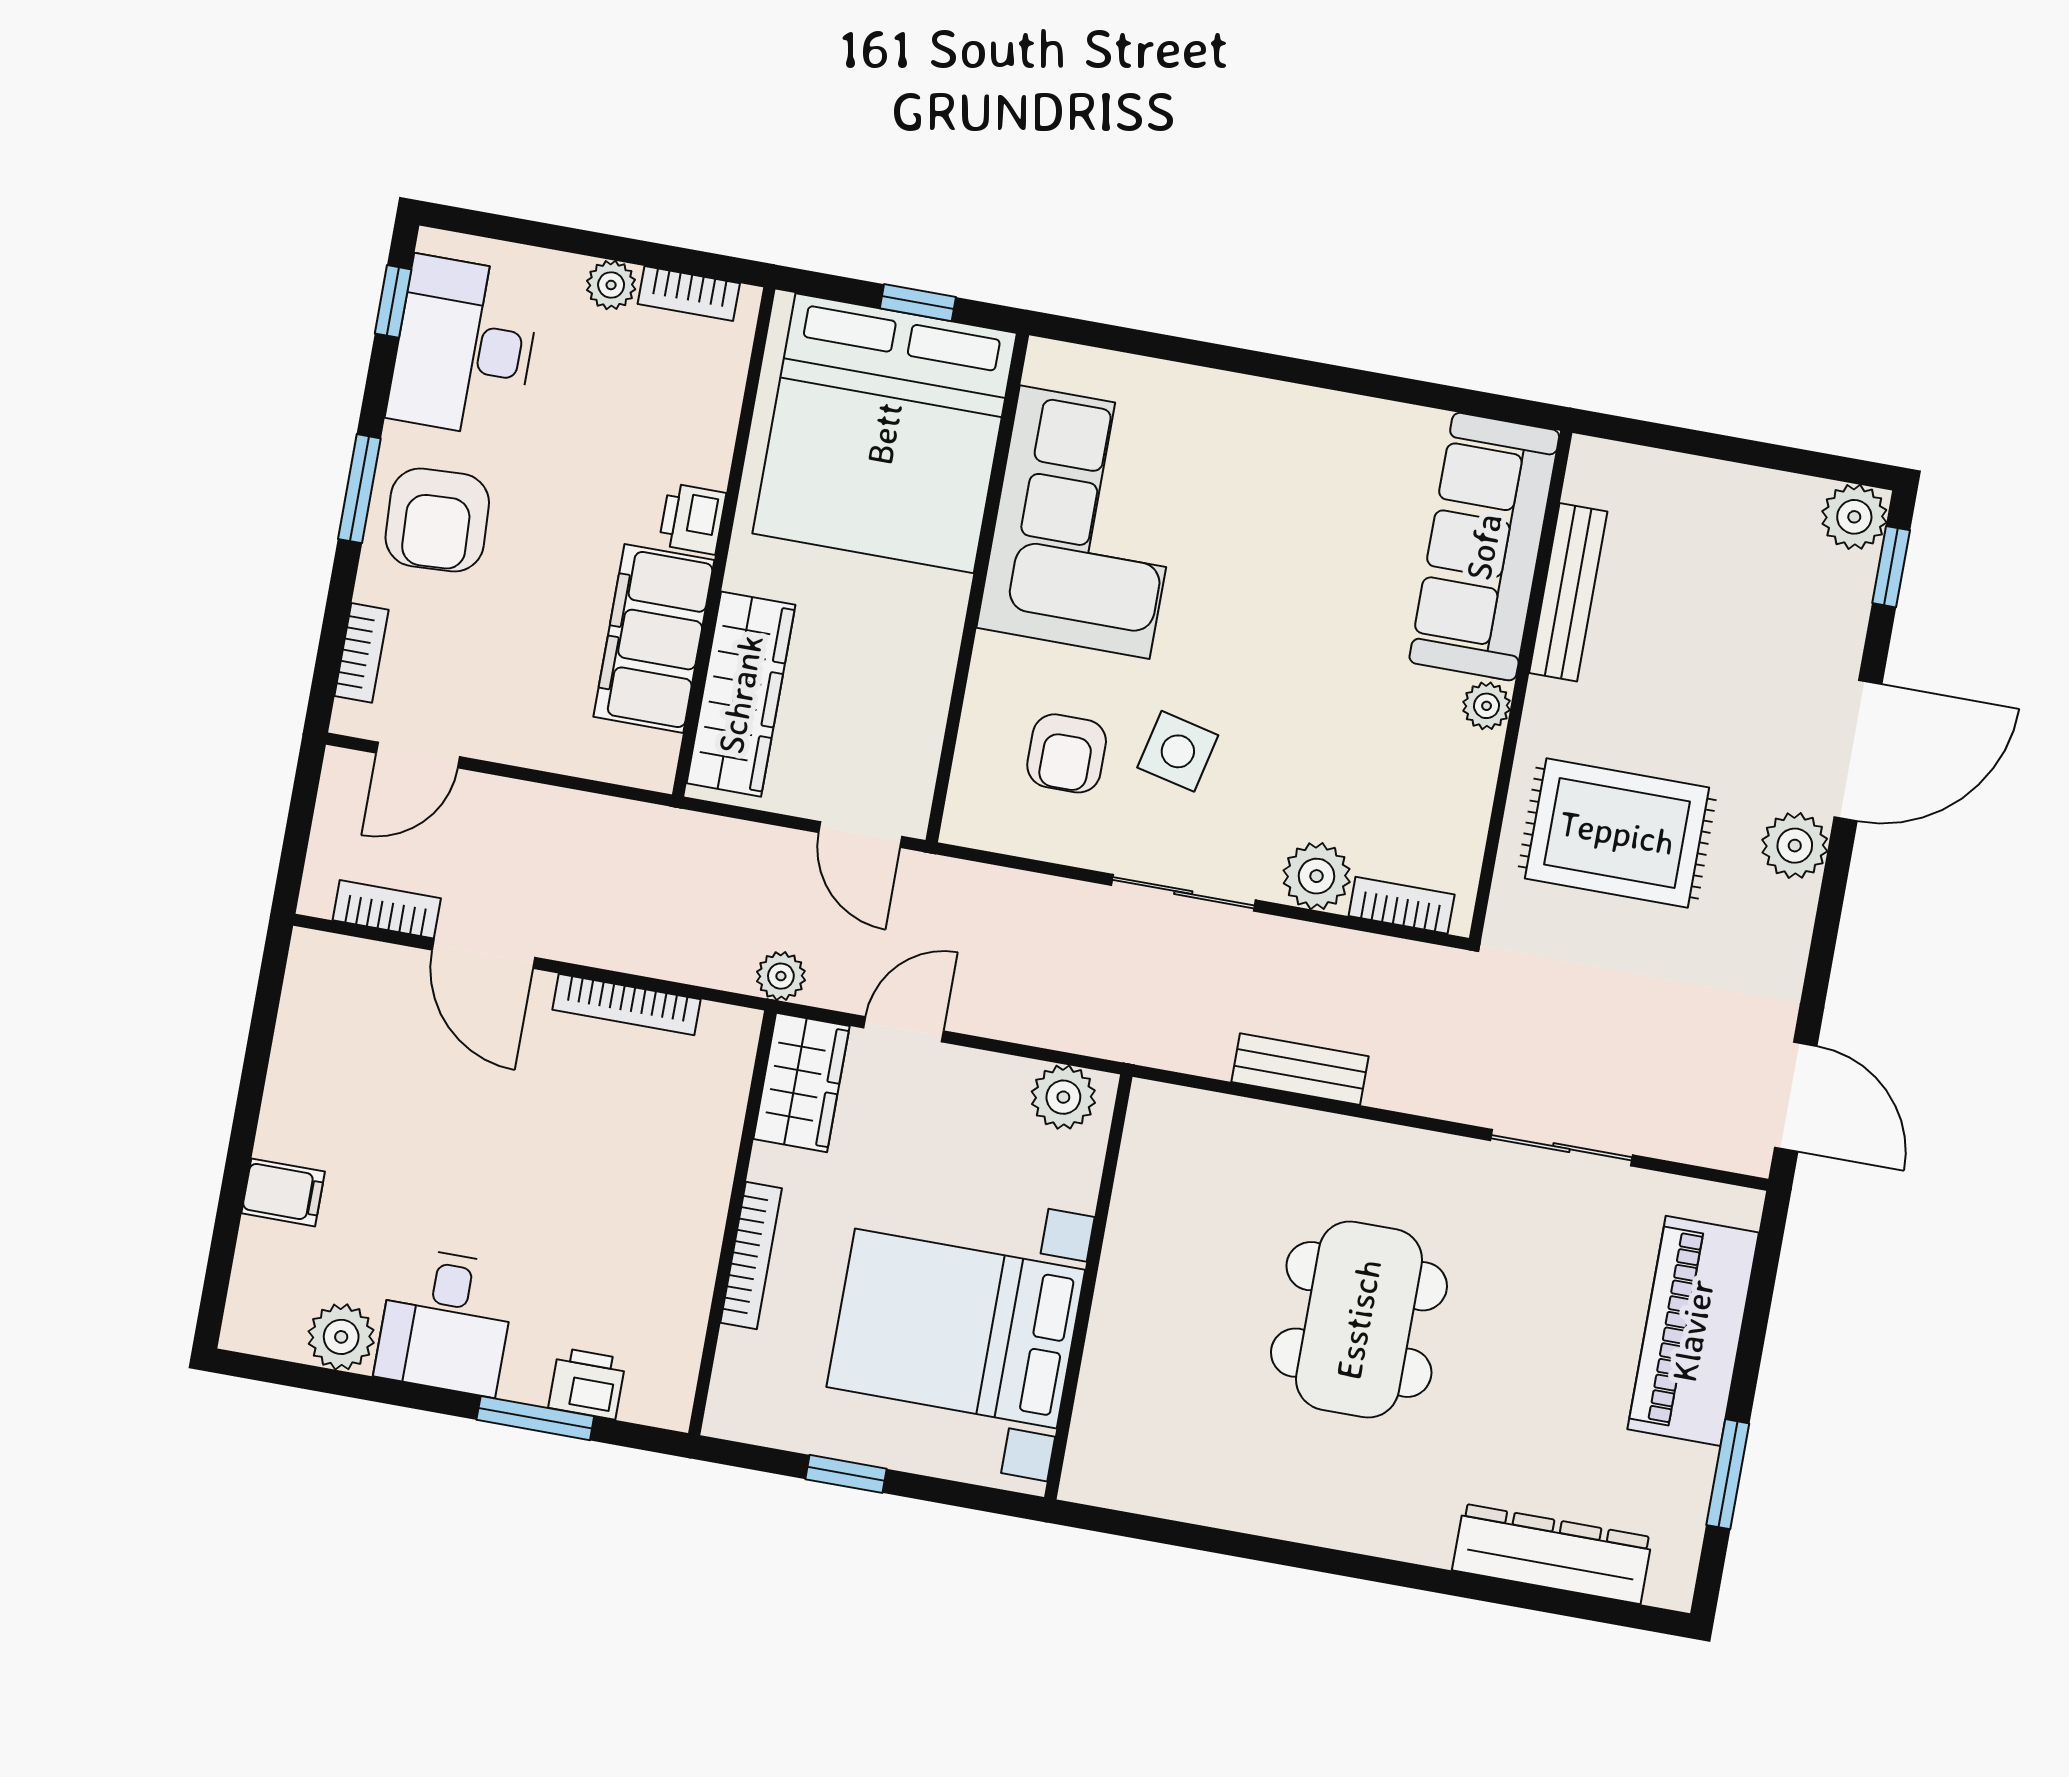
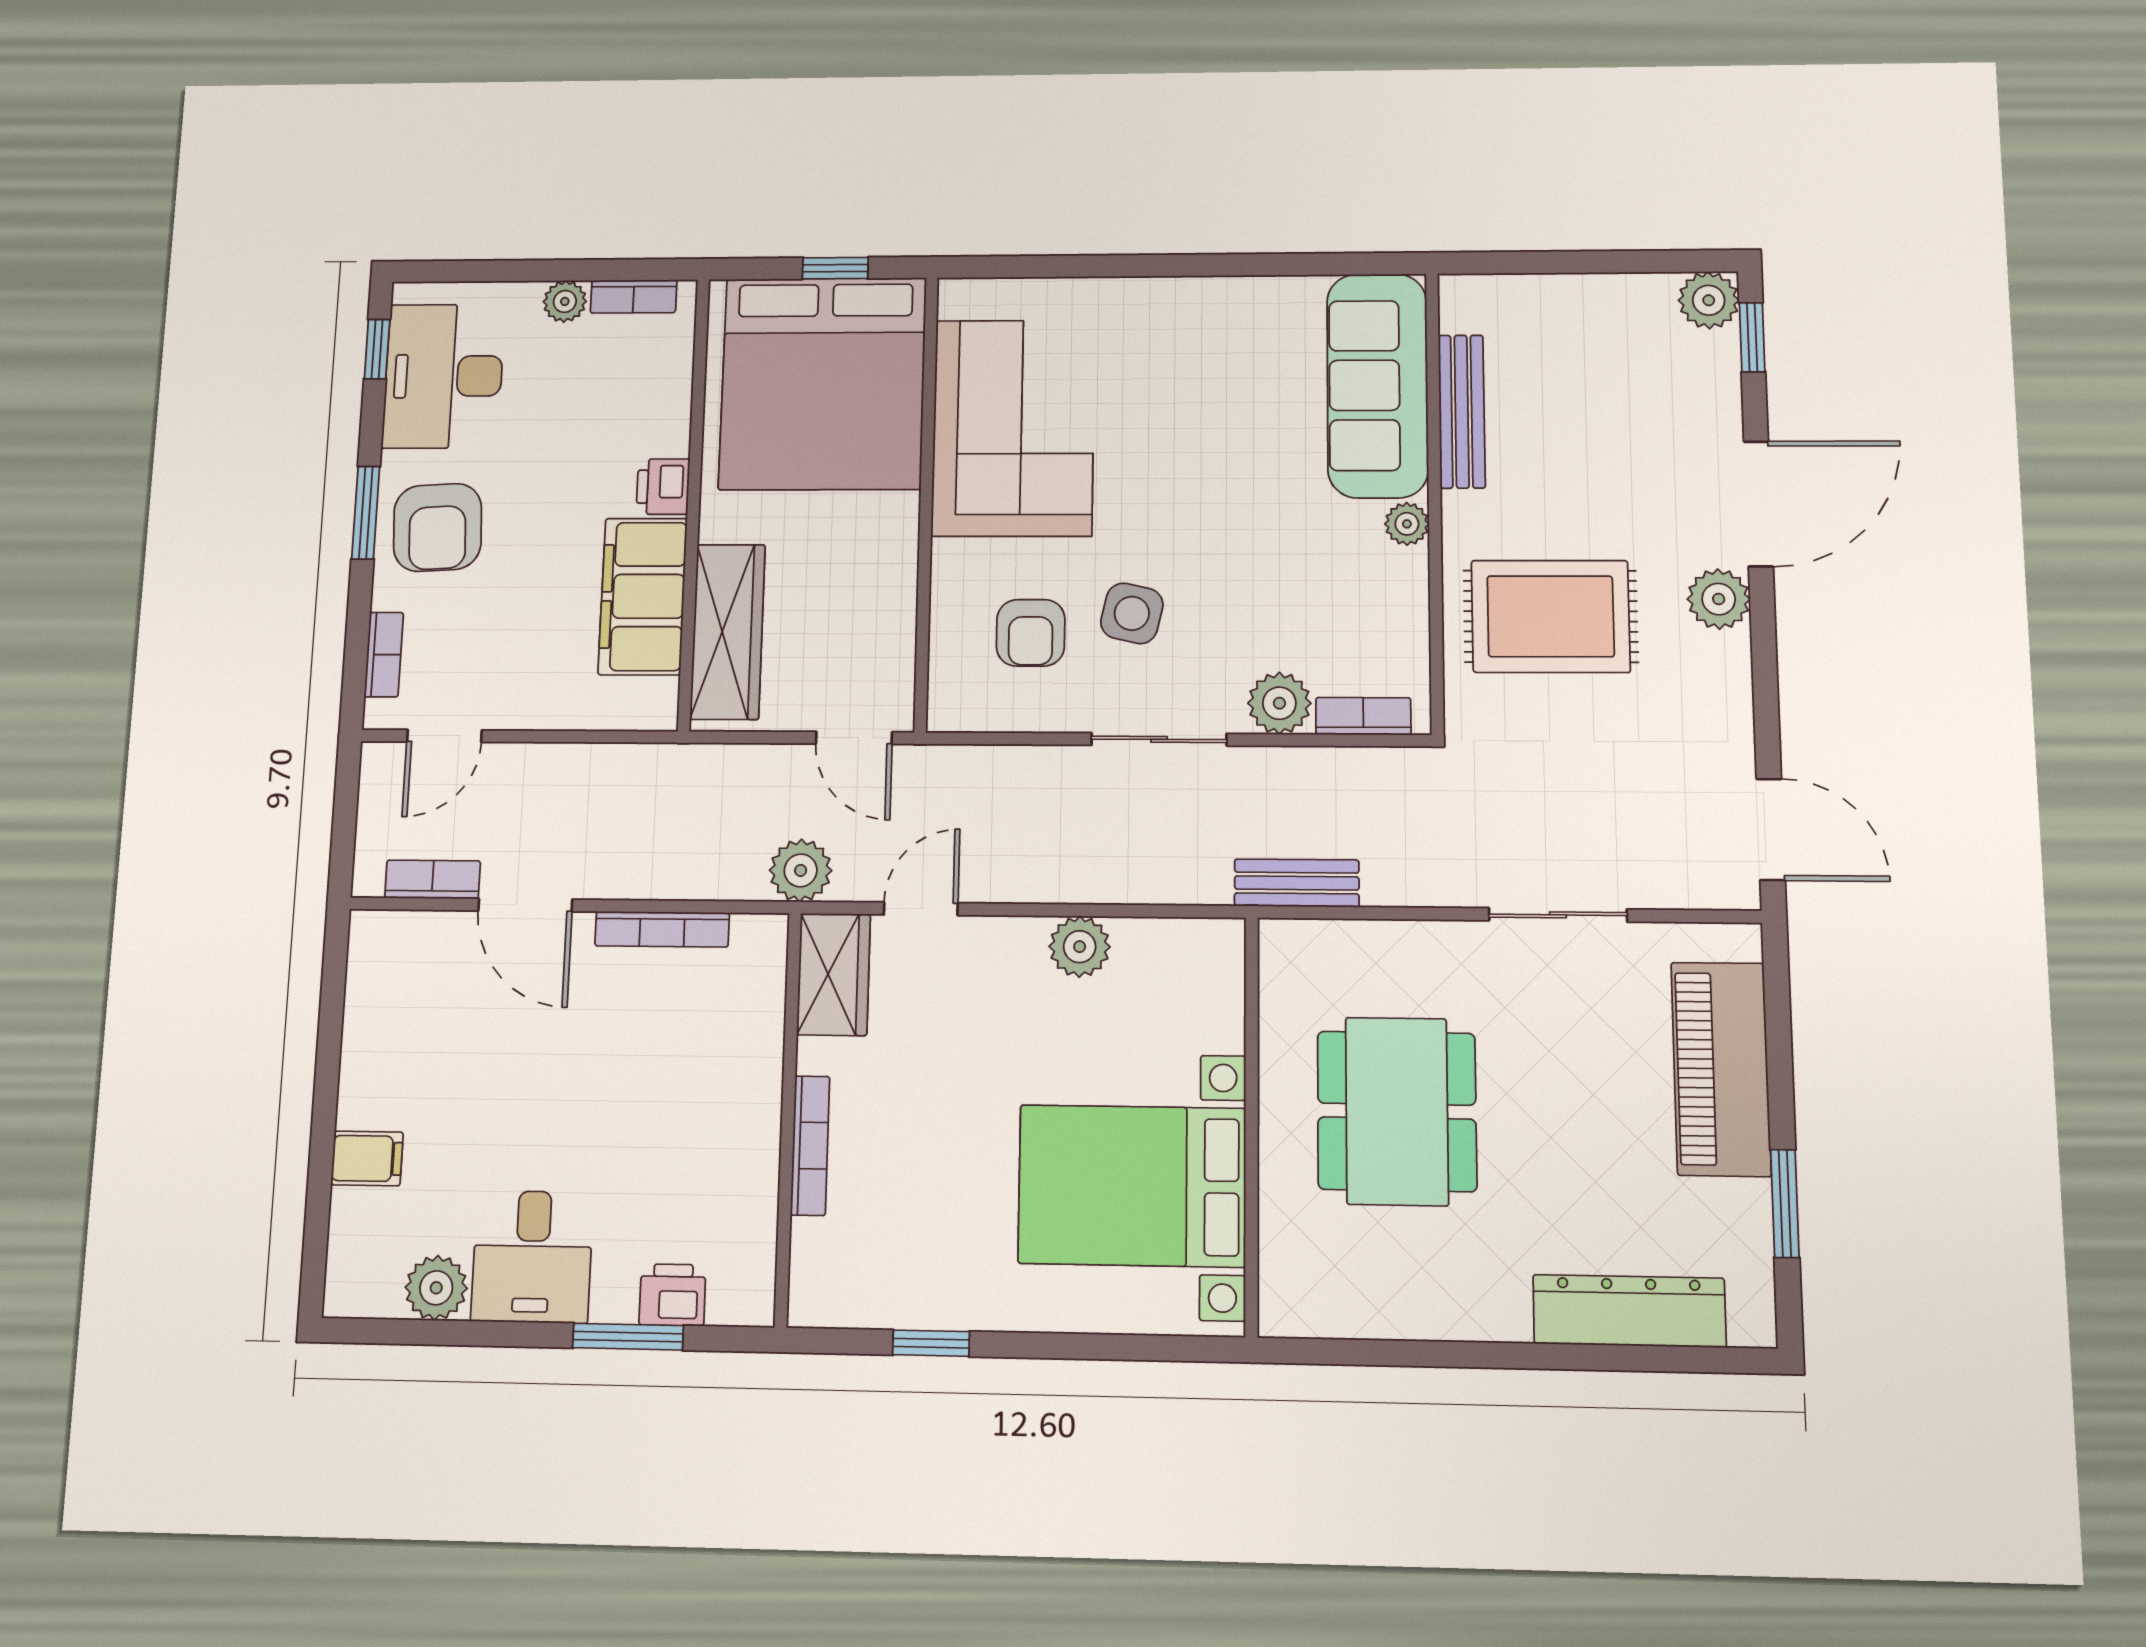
plant: (781, 976) -> (801, 870), width x1.38, depth x1.38
wall: (1088, 1287) -> (1252, 1124), moved
bed with nightstands: (956, 1328) -> (1132, 1186), moved

